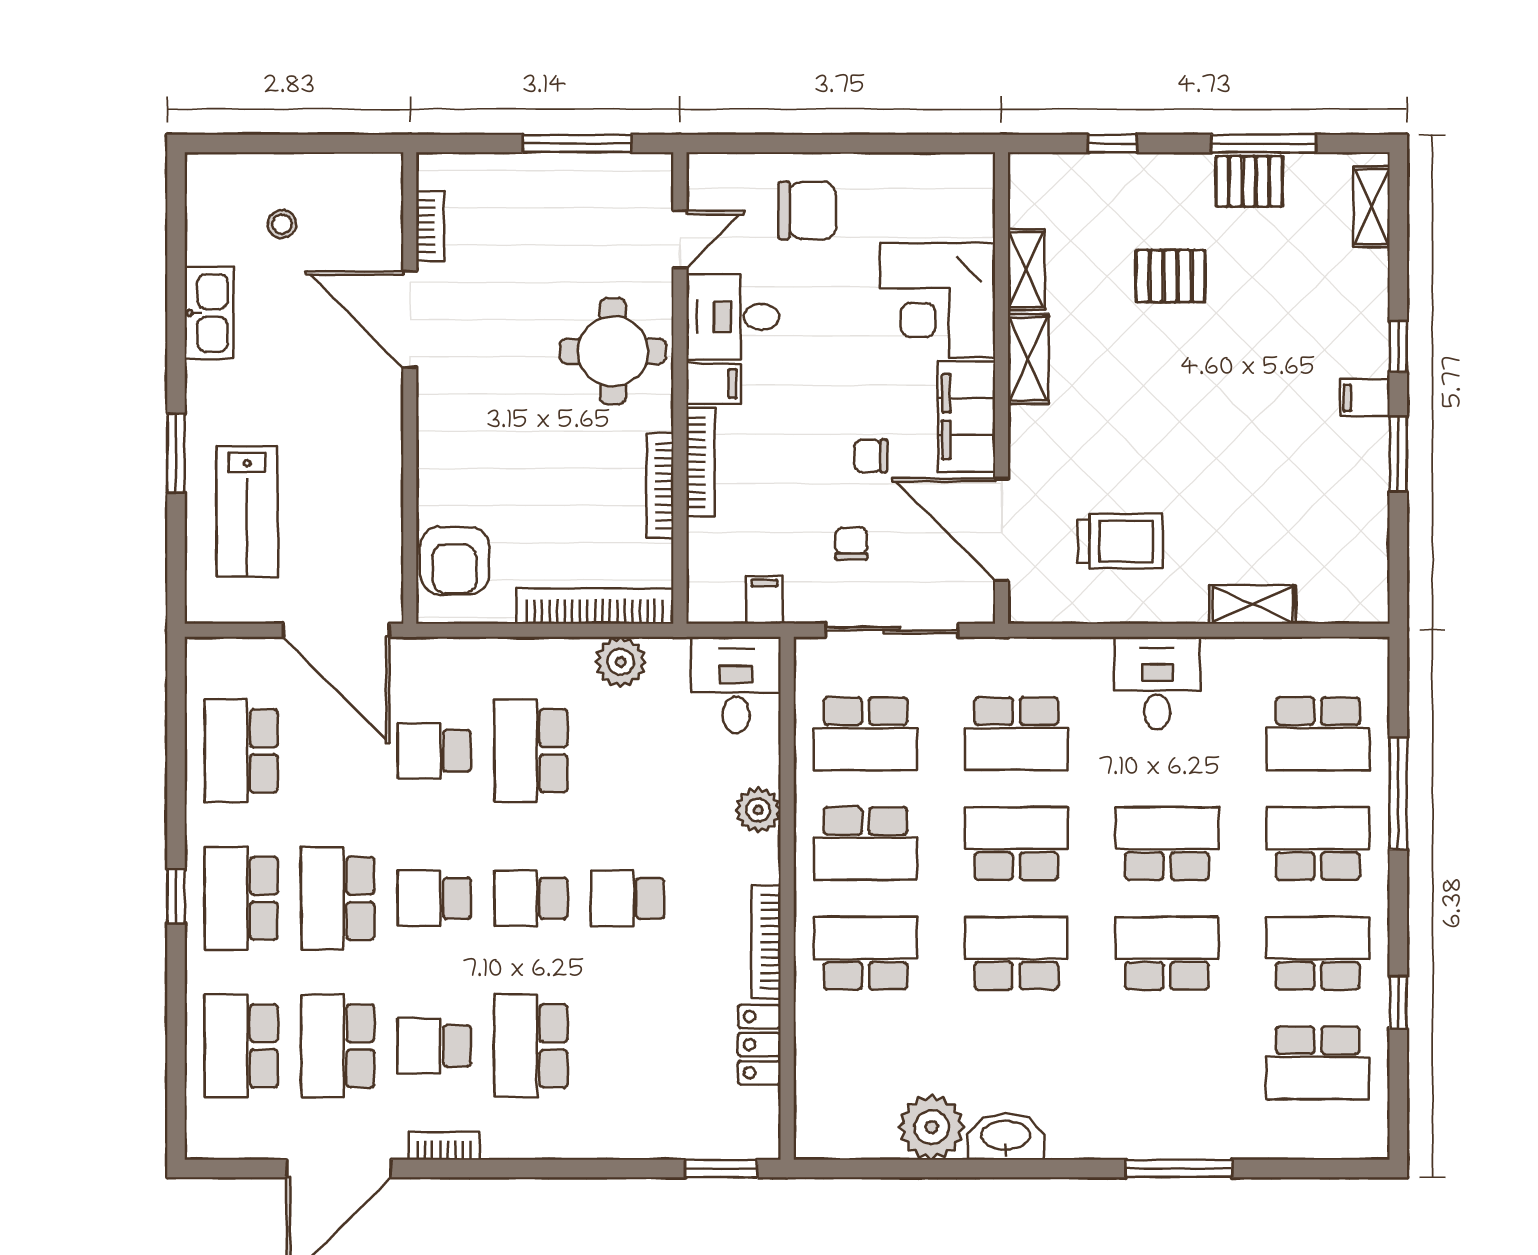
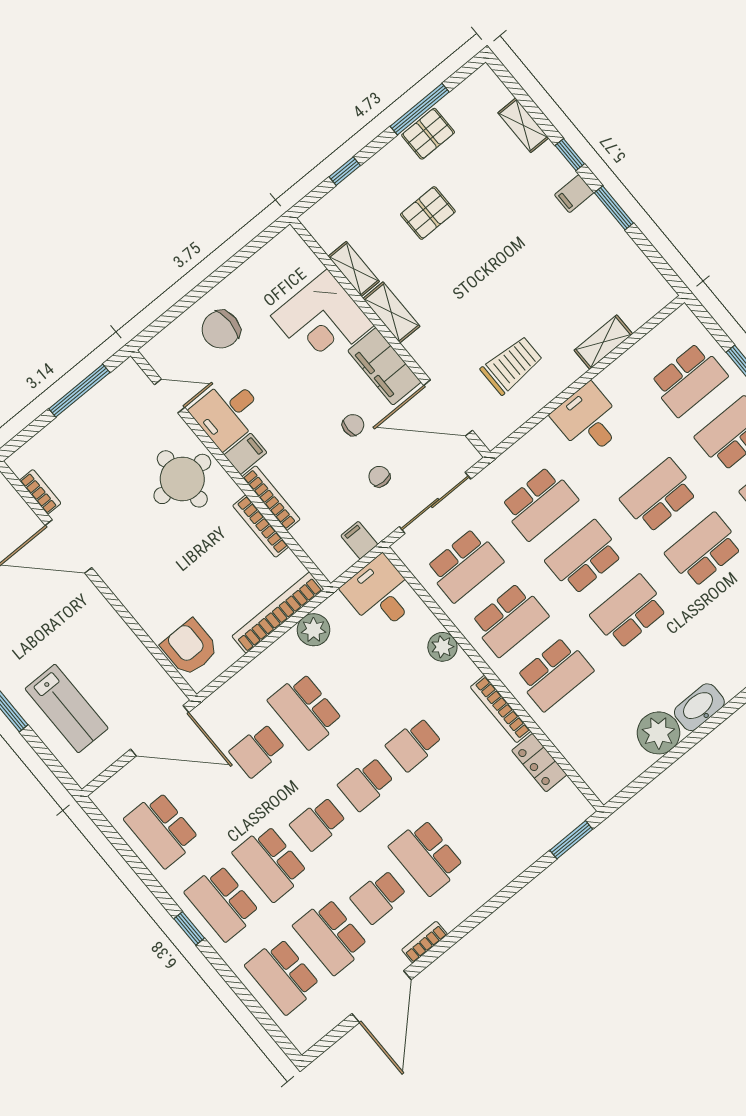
shelving: (1371, 207) -> (523, 125), moved
chair: (807, 210) -> (221, 329), turned 180
door: (680, 239) -> (170, 396), hinge flipped
chair: (871, 456) -> (353, 425), turned 180
armchair: (455, 561) -> (190, 648), turned 180
school desk: (865, 953) -> (554, 674), turned 180

